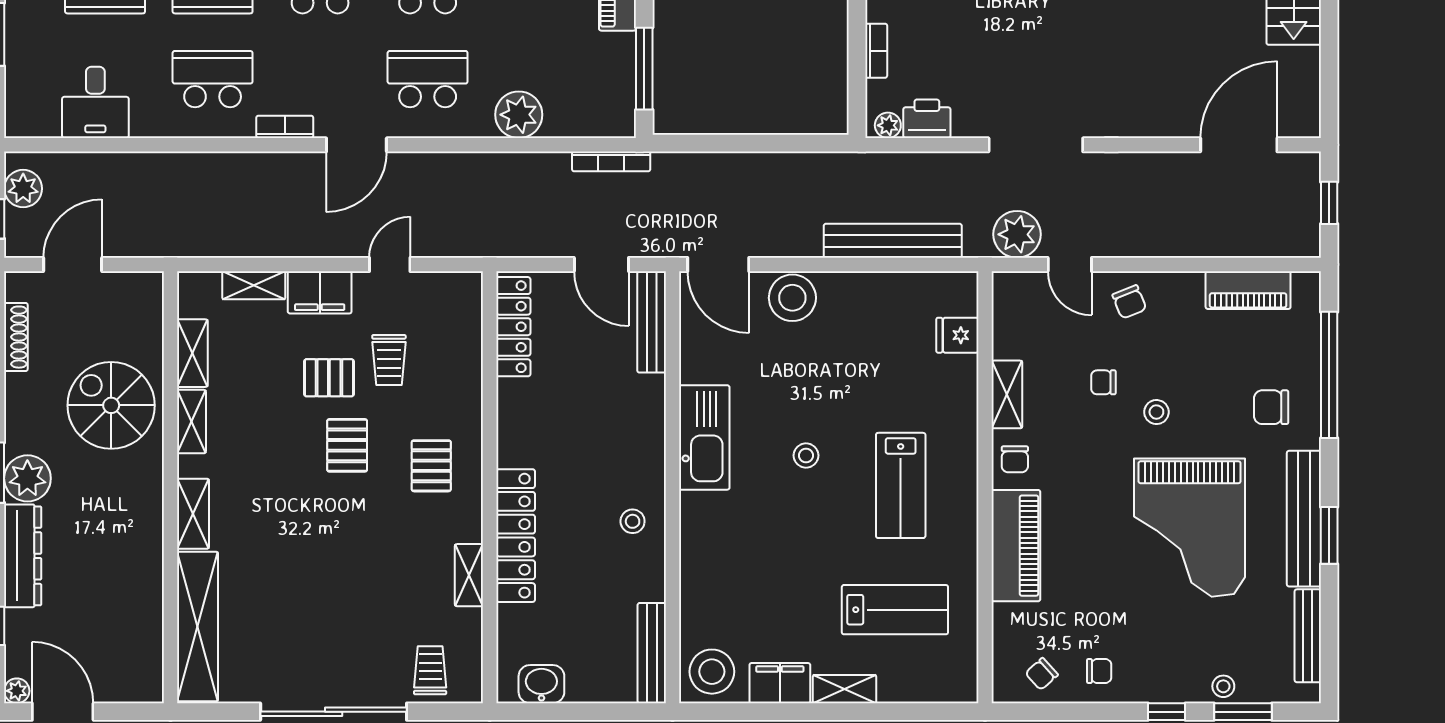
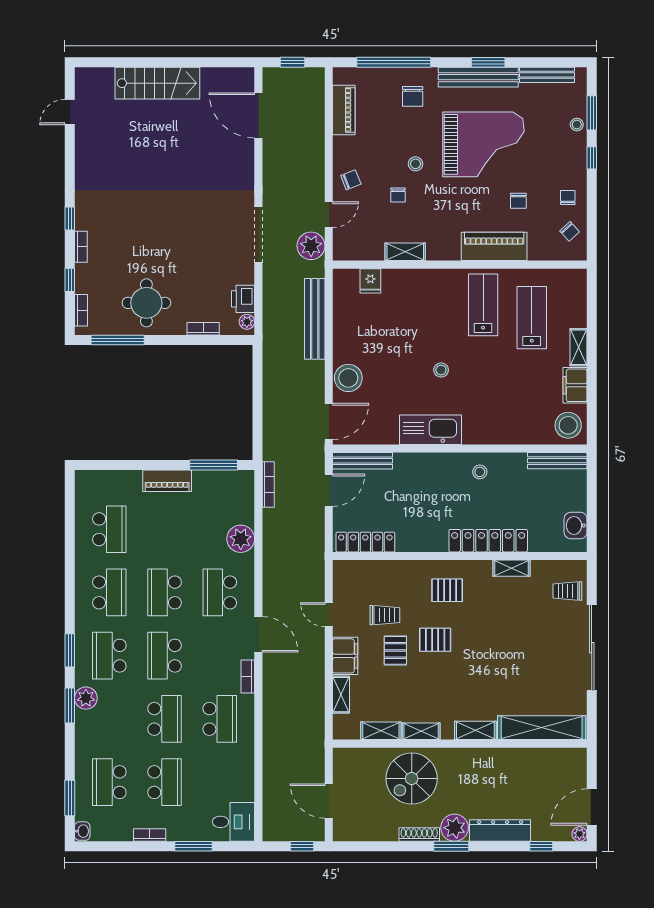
school desk: (213, 79) -> (220, 719), turned 180
desk: (95, 102) -> (233, 822), moved
plant: (23, 189) -> (284, 830), removed
shoe rack: (16, 337) -> (419, 835), moved
chair: (1015, 459) -> (518, 201), moved, turned 90
lab bench: (901, 485) -> (483, 305), moved, turned -90

